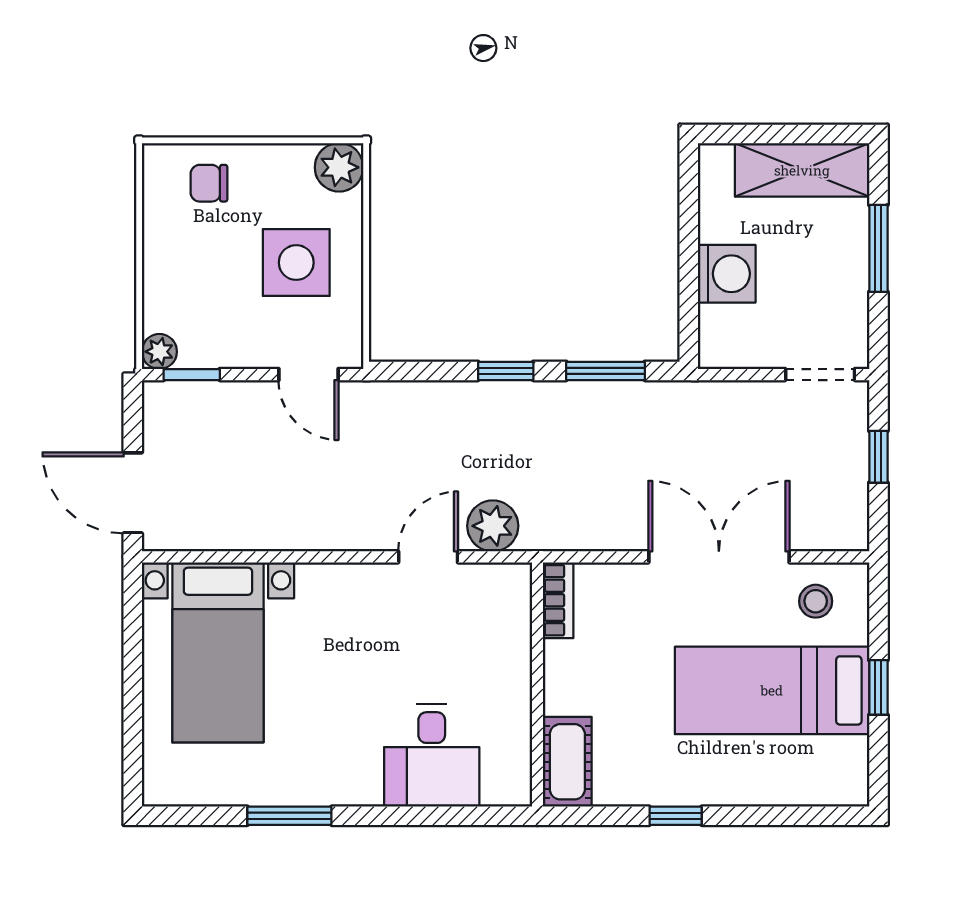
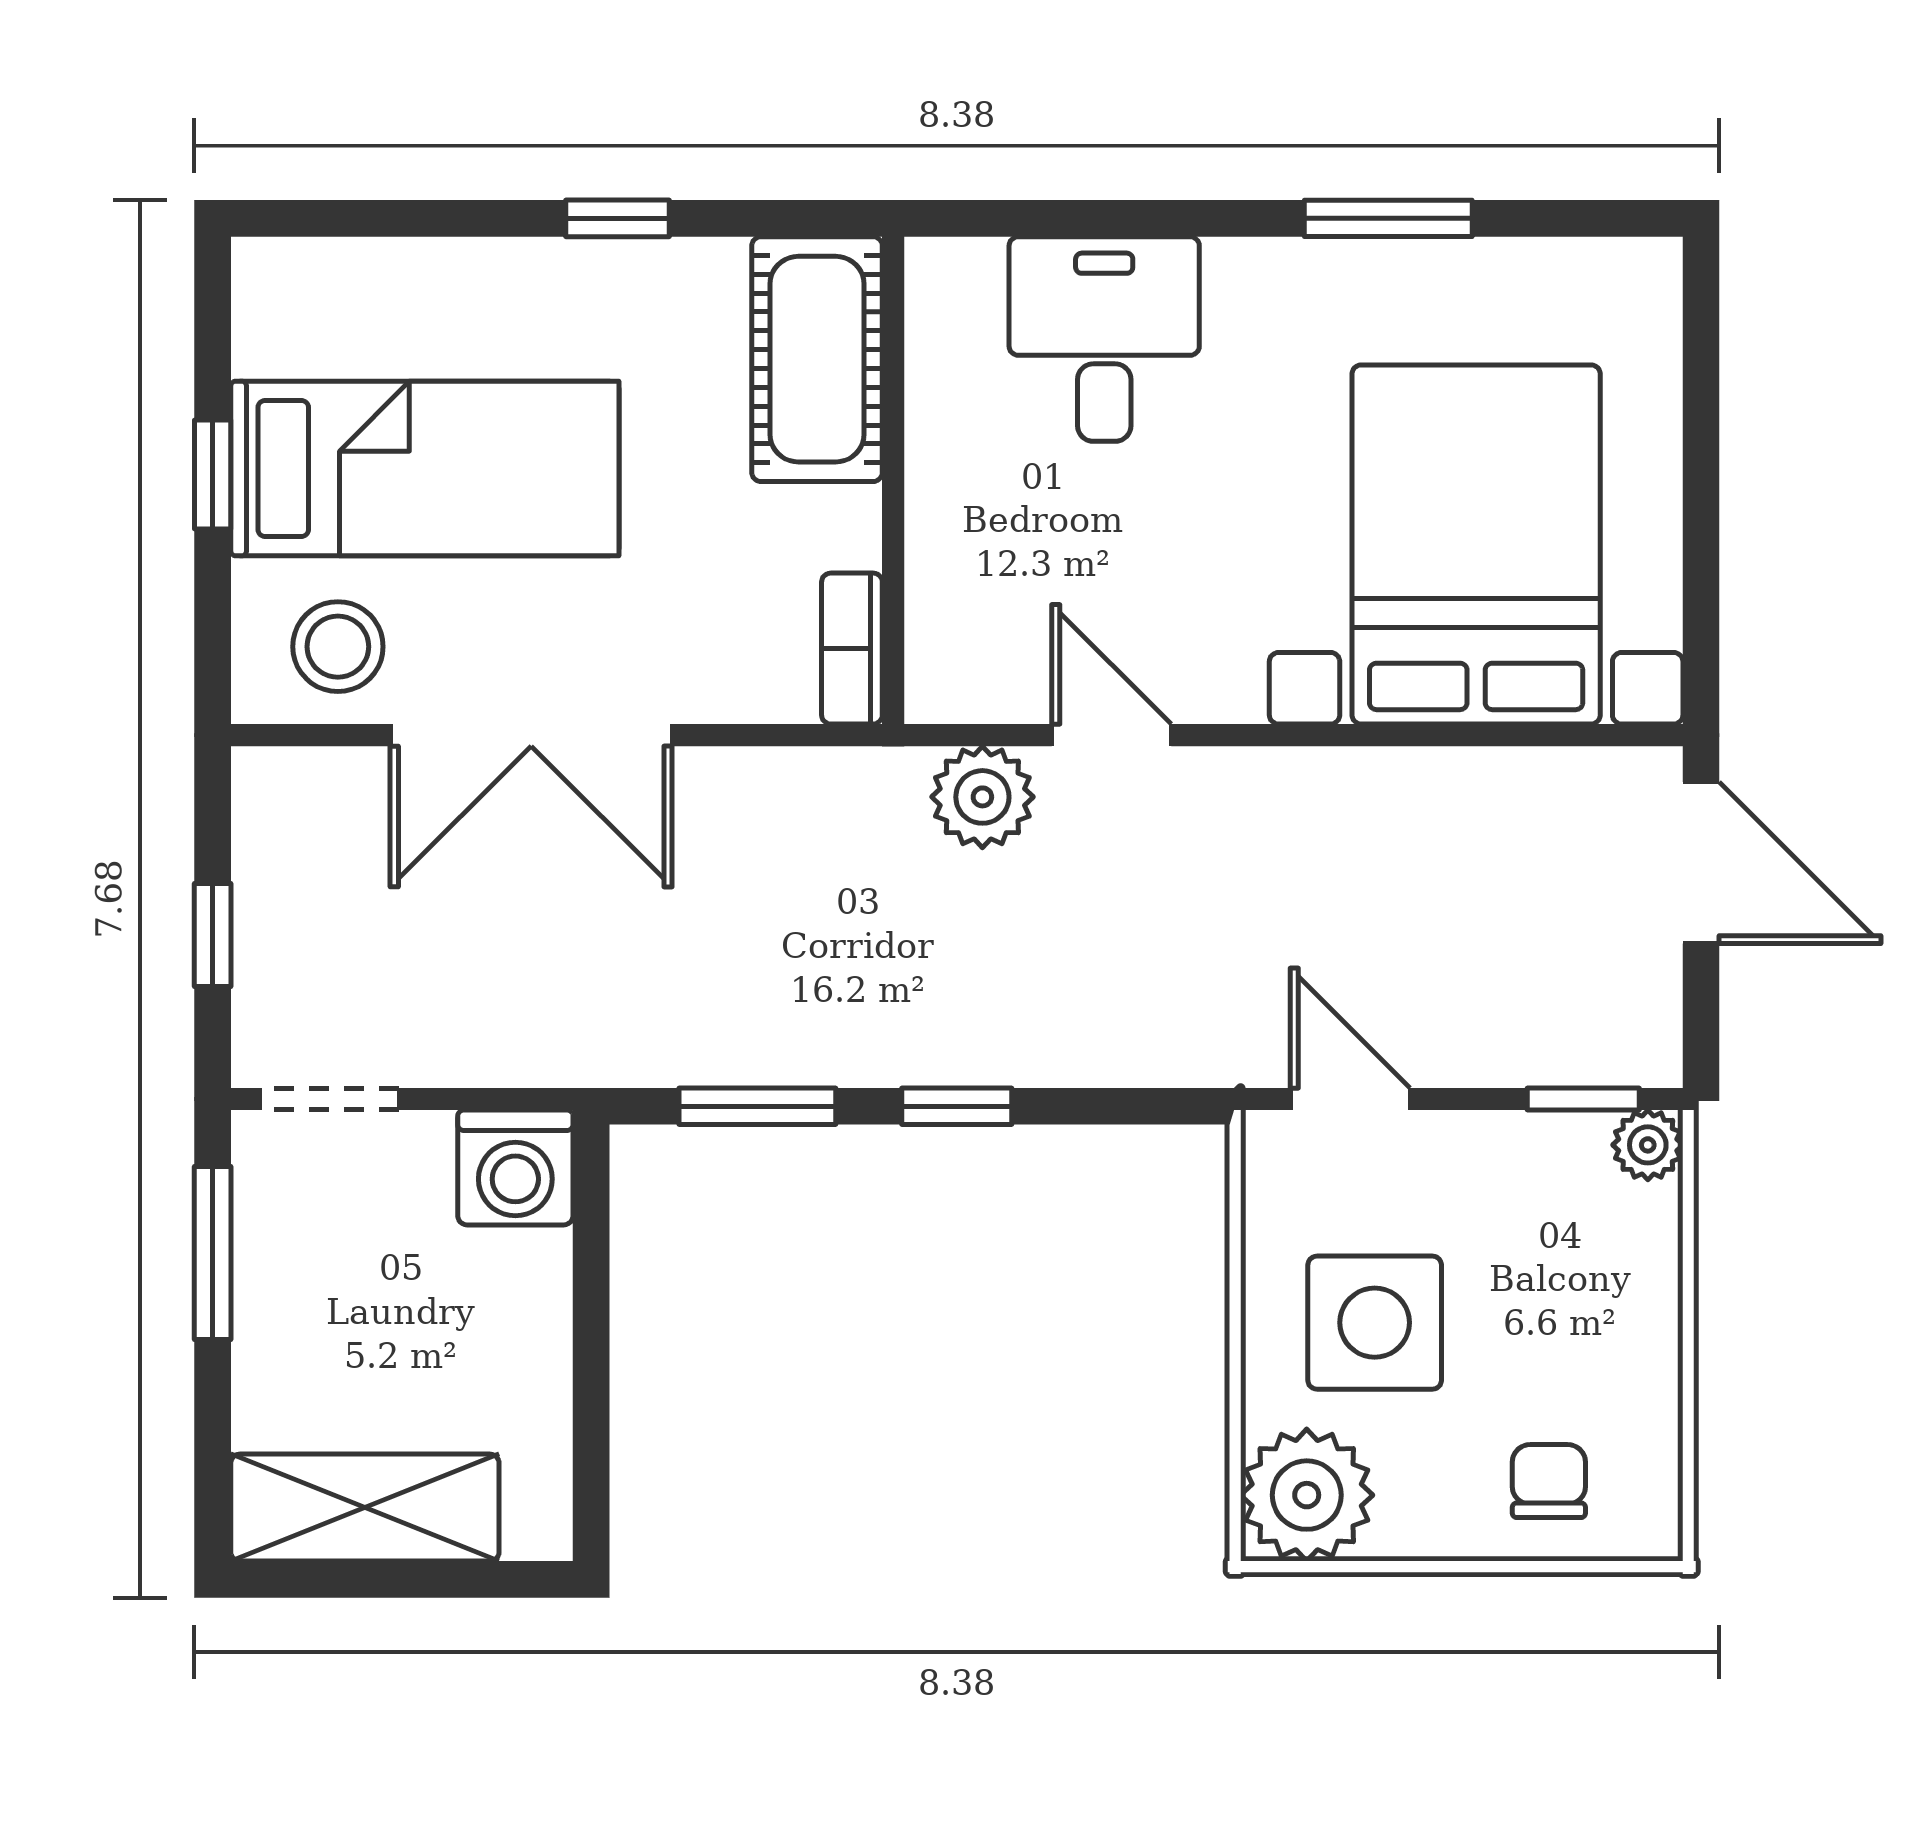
plant: (339, 167) -> (1307, 1495), width x1.36, depth x1.36
chair: (209, 183) -> (1549, 1481), turned -90
window: (878, 248) -> (213, 1253), moved
washing machine: (727, 274) -> (515, 1167), moved, turned -90
door: (428, 557) -> (1112, 735), swing flipped
stool: (816, 601) -> (338, 647), width x1.37, depth x1.37
bed with nightstands: (218, 652) -> (1476, 544), width x1.36
cot: (567, 762) -> (817, 359), width x1.37, depth x1.34

